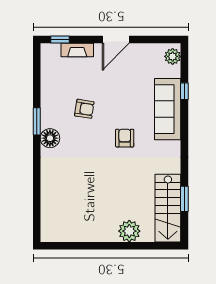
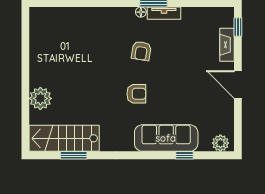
armchair: (84, 109) -> (141, 51), moved
tv unit: (47, 111) -> (164, 13), added
floor lamp: (50, 138) -> (141, 12), width x0.53, depth x0.53

